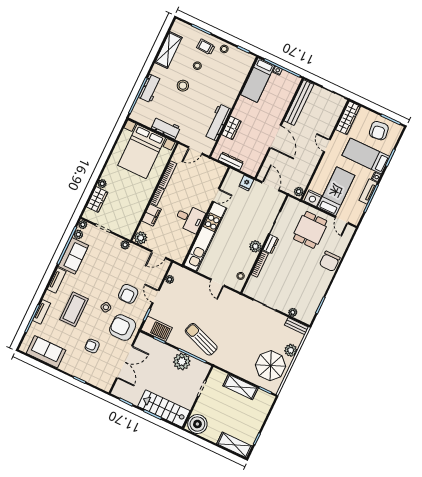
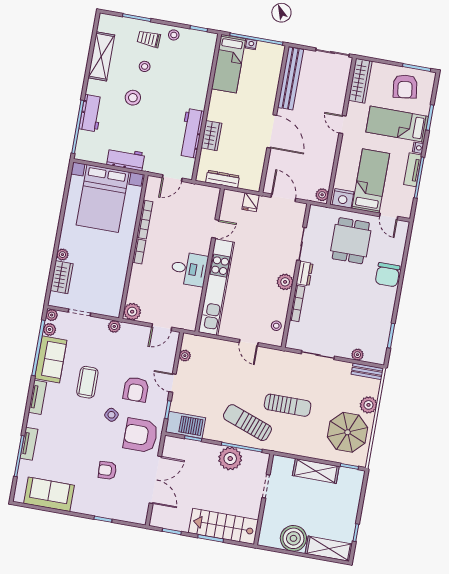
filing cabinet: (152, 215) -> (138, 278), removed
coffee table: (74, 309) -> (87, 382), moved, width x0.73, depth x0.76
sun lounger: (233, 335) -> (288, 405), added
boiler: (197, 424) -> (293, 538), moved

